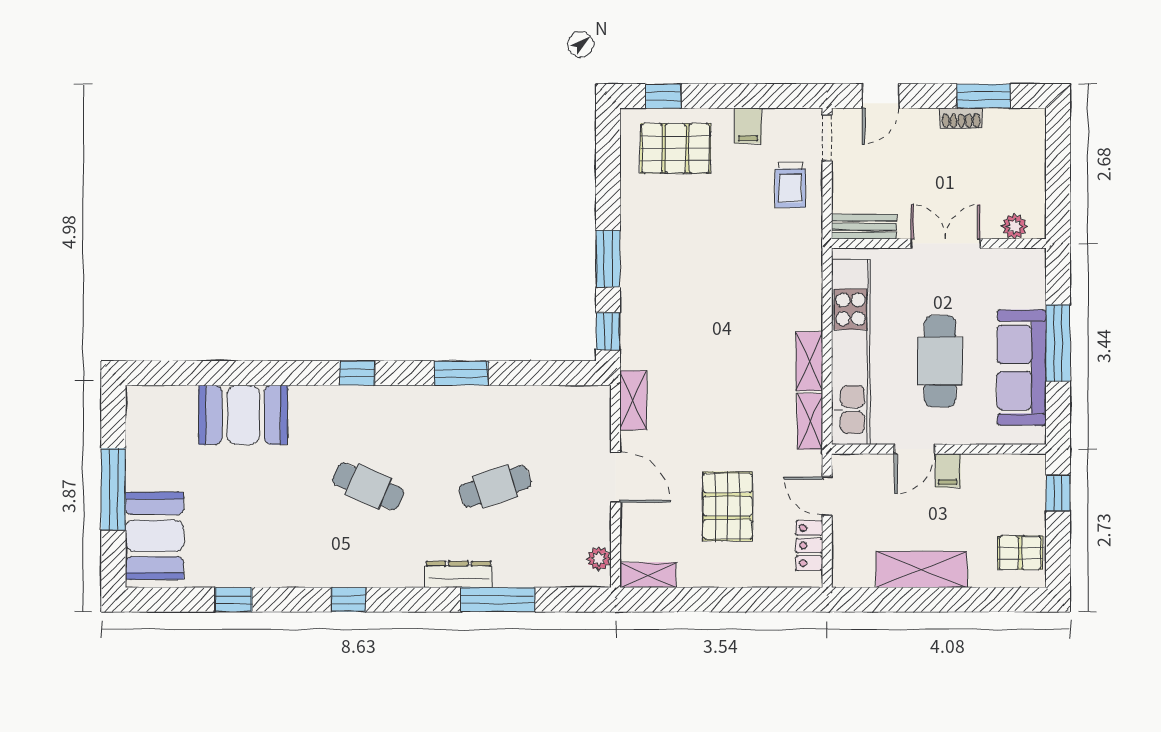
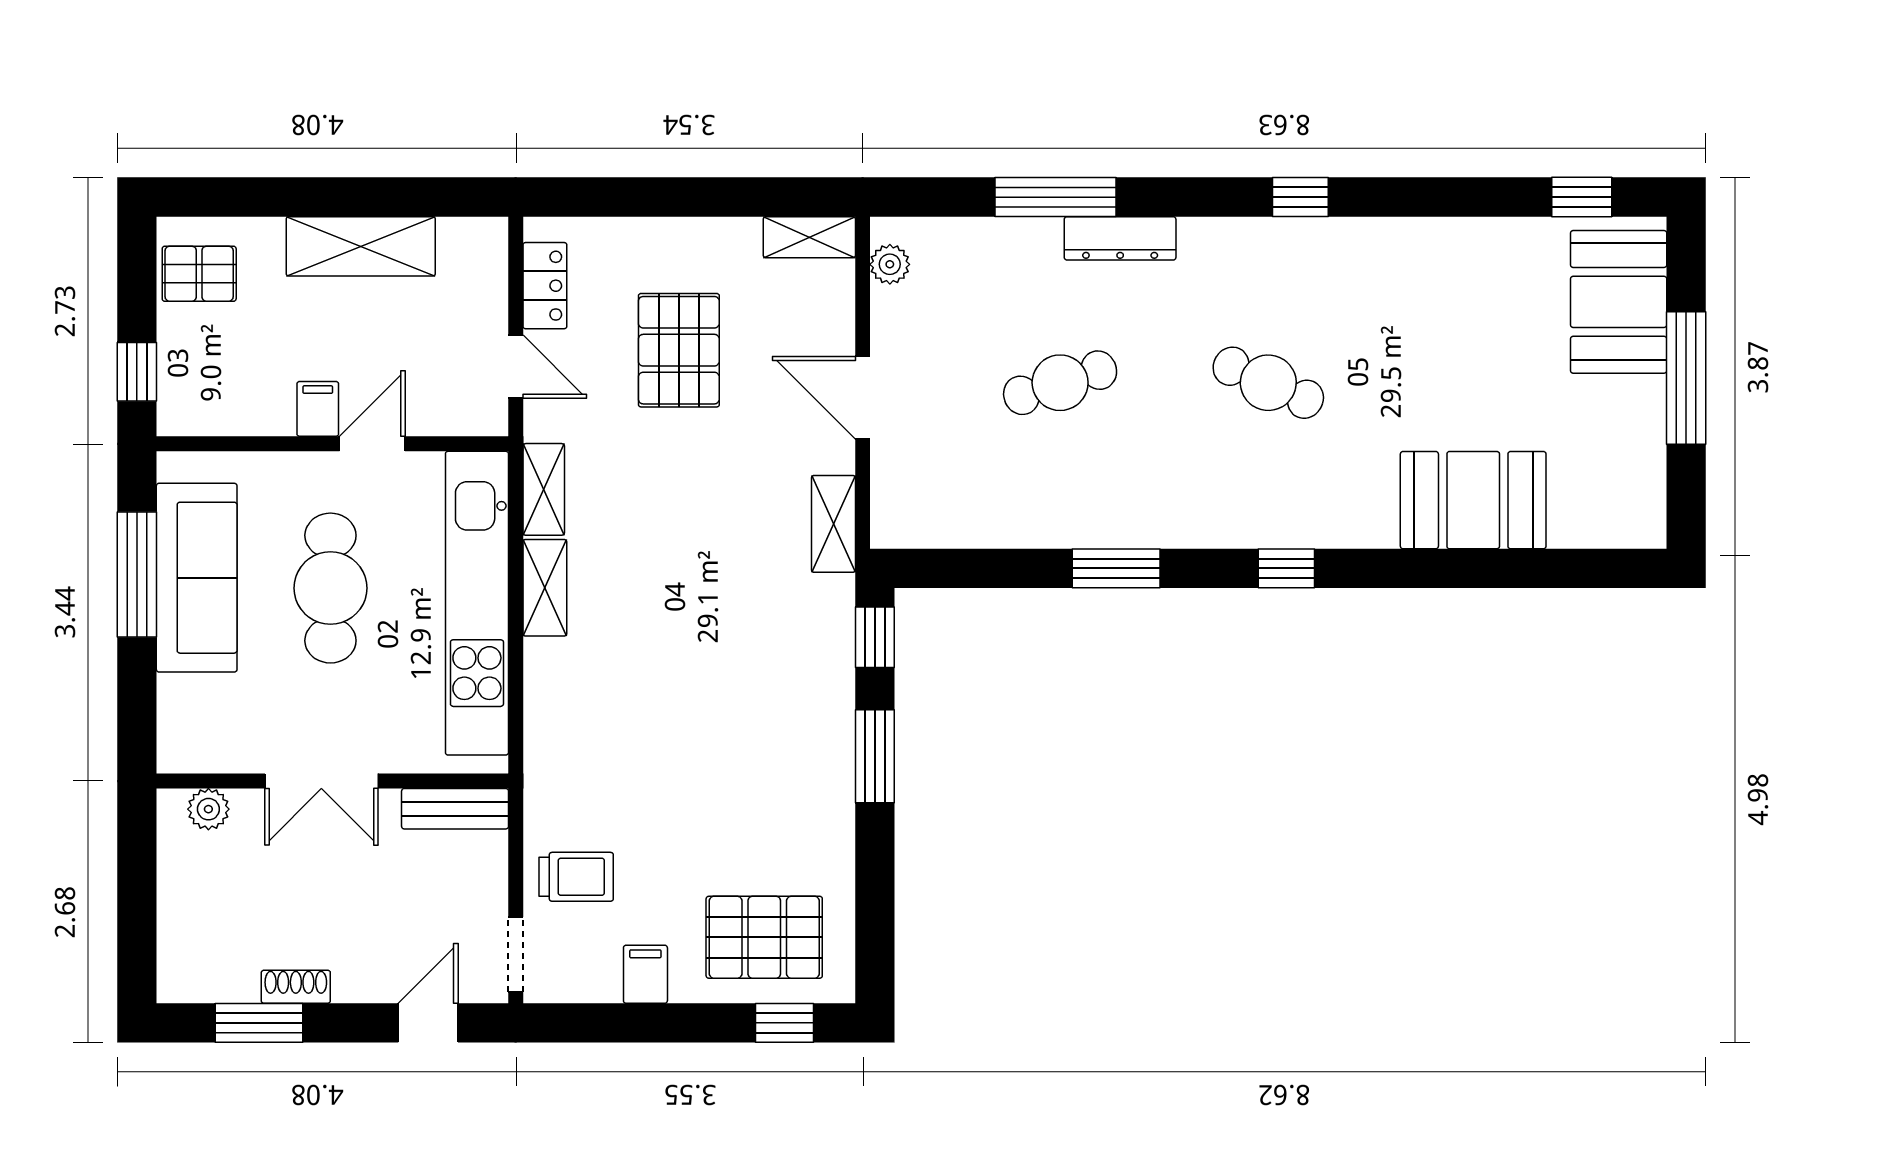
trolley: (790, 185) -> (576, 877), turned 90
window: (1058, 343) -> (137, 574), moved
window: (233, 600) -> (1582, 197), moved

